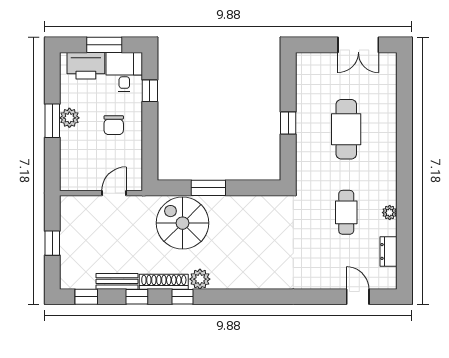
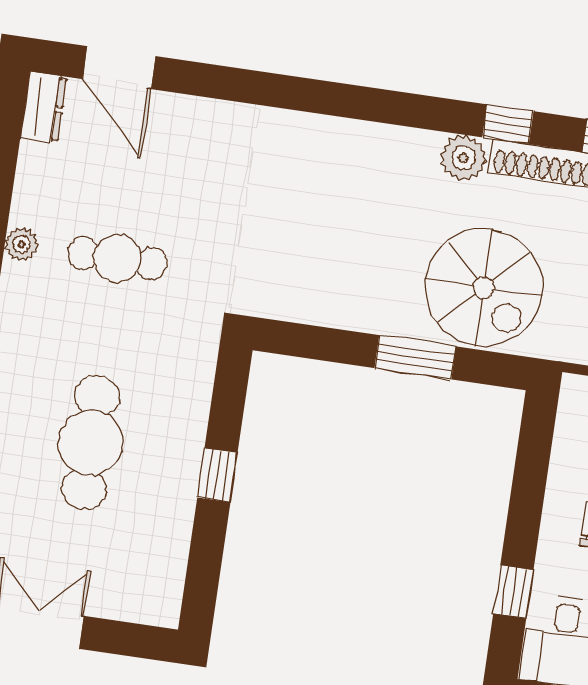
cafe table: (346, 212) -> (117, 258), turned 90
dresser: (389, 251) -> (44, 107), moved
door: (358, 297) -> (119, 68), width x1.38

